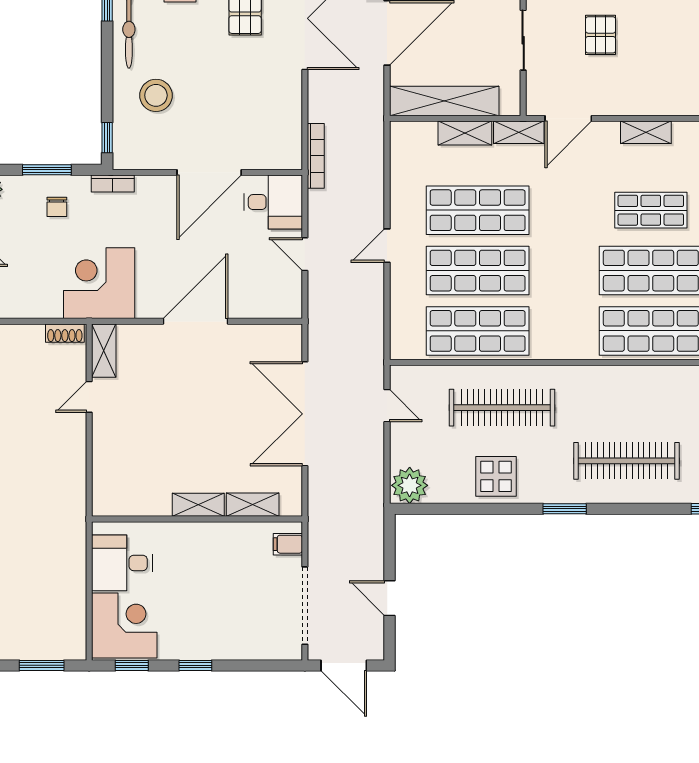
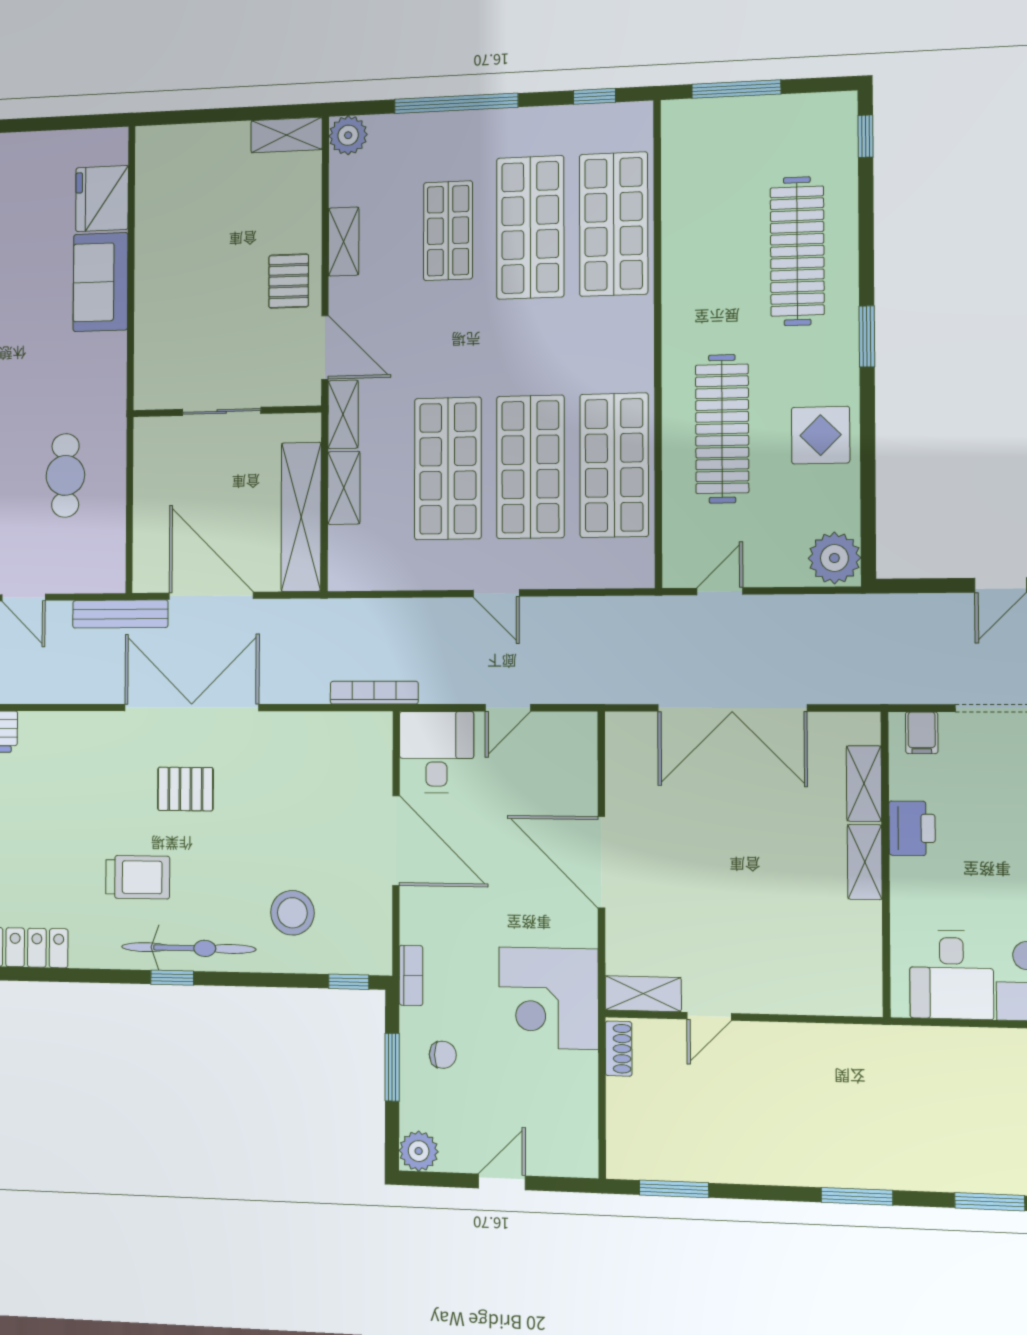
pallet: (601, 35) -> (289, 281), moved, turned 90
door: (89, 397) -> (709, 1016), hinge flipped
printer: (222, 537) -> (912, 828), added

